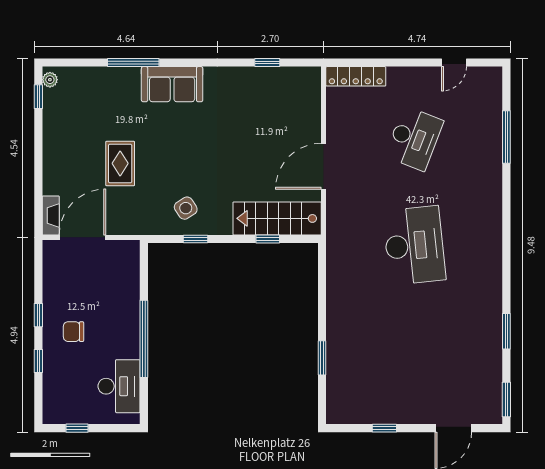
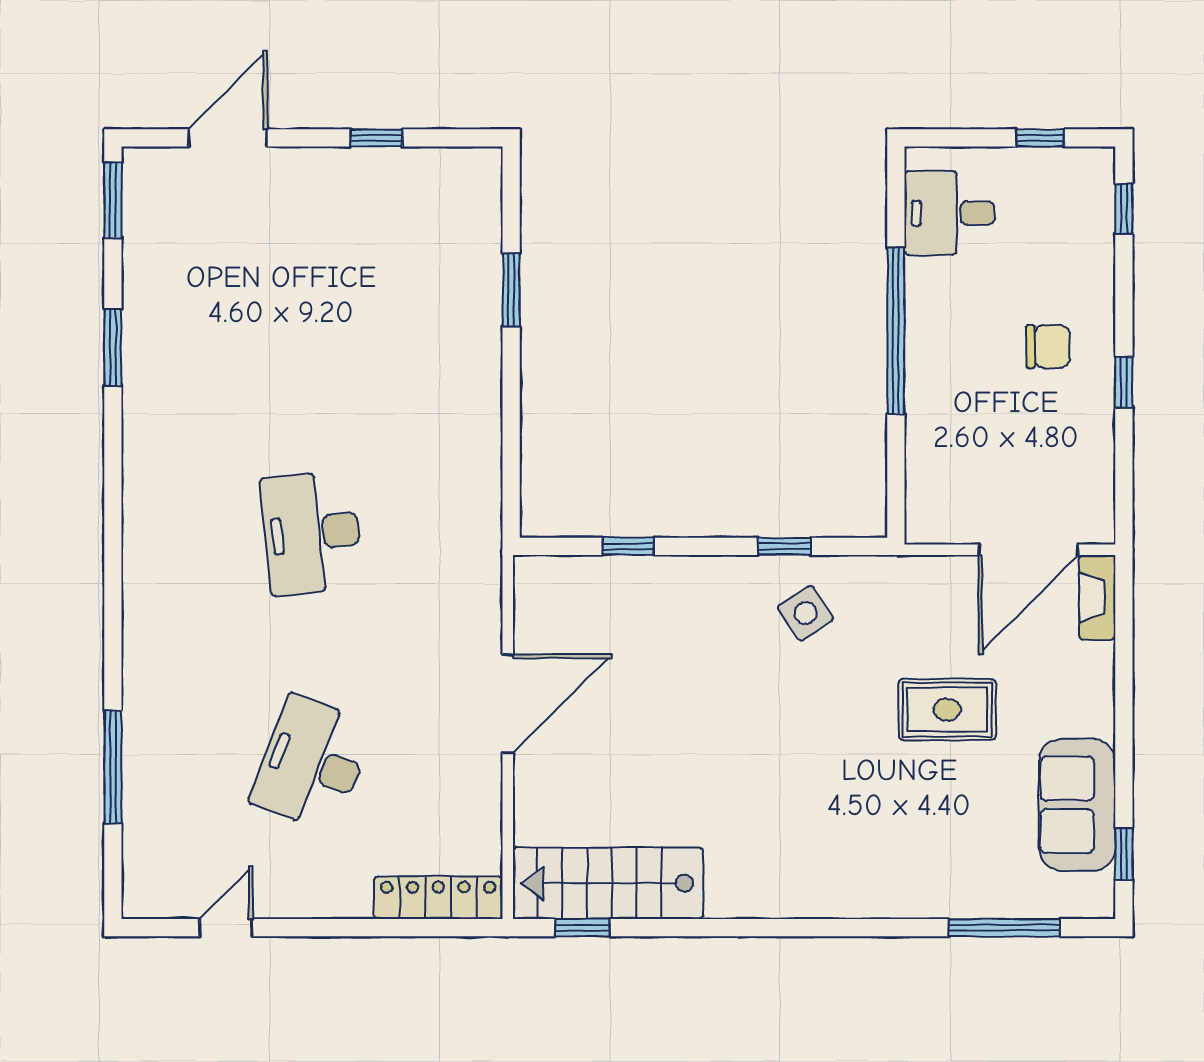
window: (133, 63) -> (1004, 928), moved
window: (267, 63) -> (583, 928), moved
plant: (50, 80) -> (1099, 891), removed
sofa: (172, 84) -> (1077, 805), moved, turned -90
rug: (120, 163) -> (947, 710), turned 90
stairs: (277, 218) -> (608, 883), moved, turned 180
desk: (414, 245) -> (312, 533), width x0.73, depth x0.77
window: (38, 361) -> (1124, 209), moved
desk: (119, 386) -> (949, 213), width x0.73

